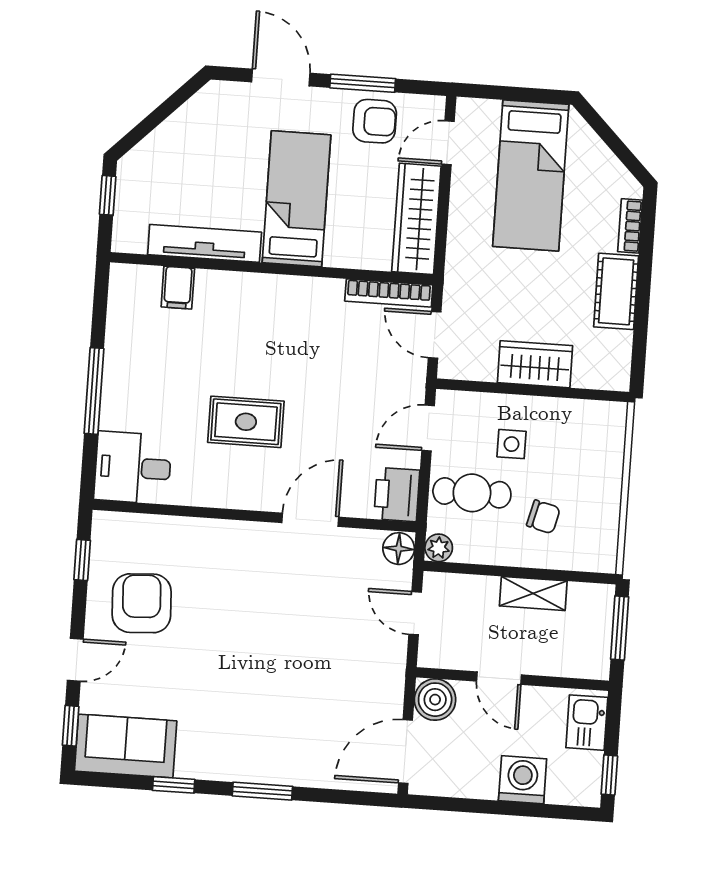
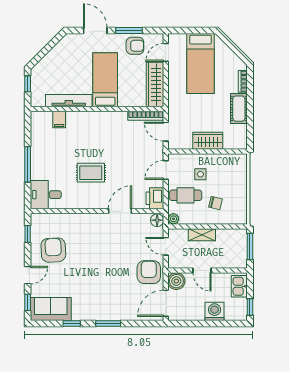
shelving: (533, 593) -> (202, 235), moved
armchair: (370, 673) -> (149, 272), added

